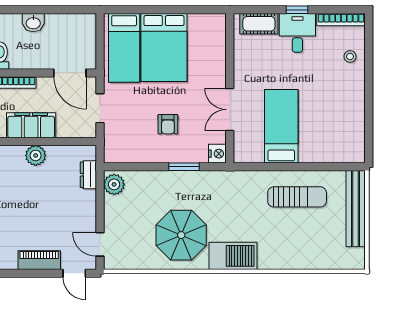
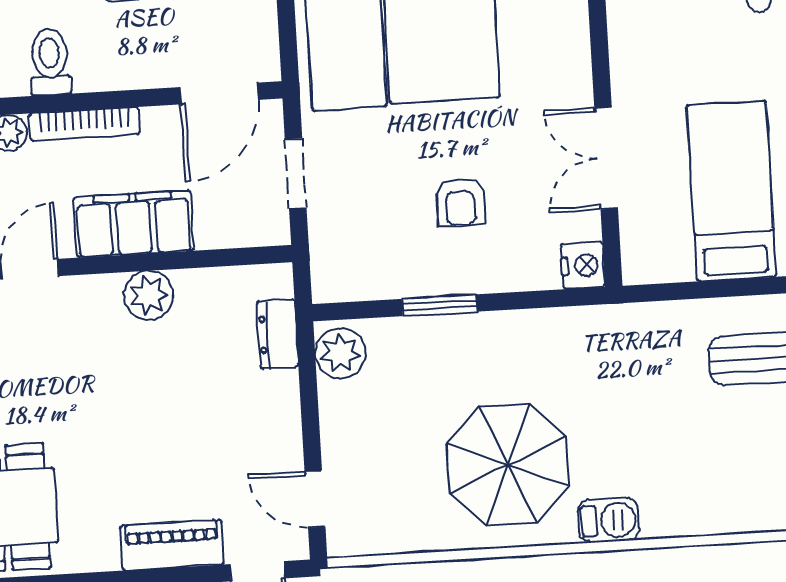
door: (70, 73) -> (219, 93), hinge flipped
window: (184, 167) -> (439, 305), moved
barbecue: (233, 256) -> (609, 520), width x0.53, depth x0.65

